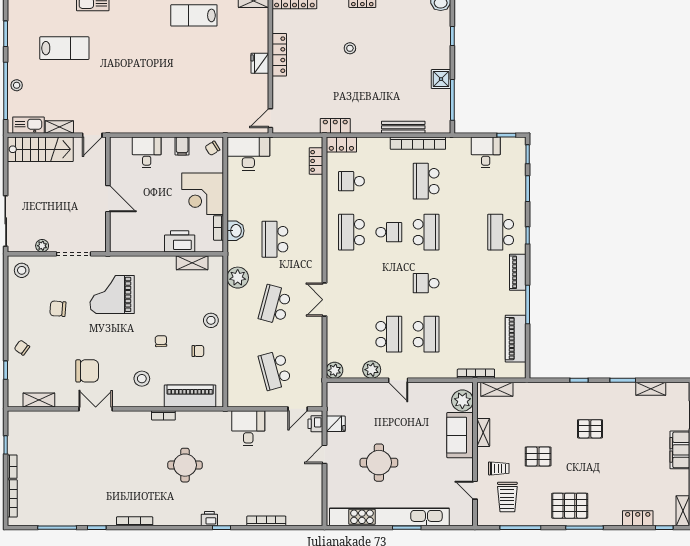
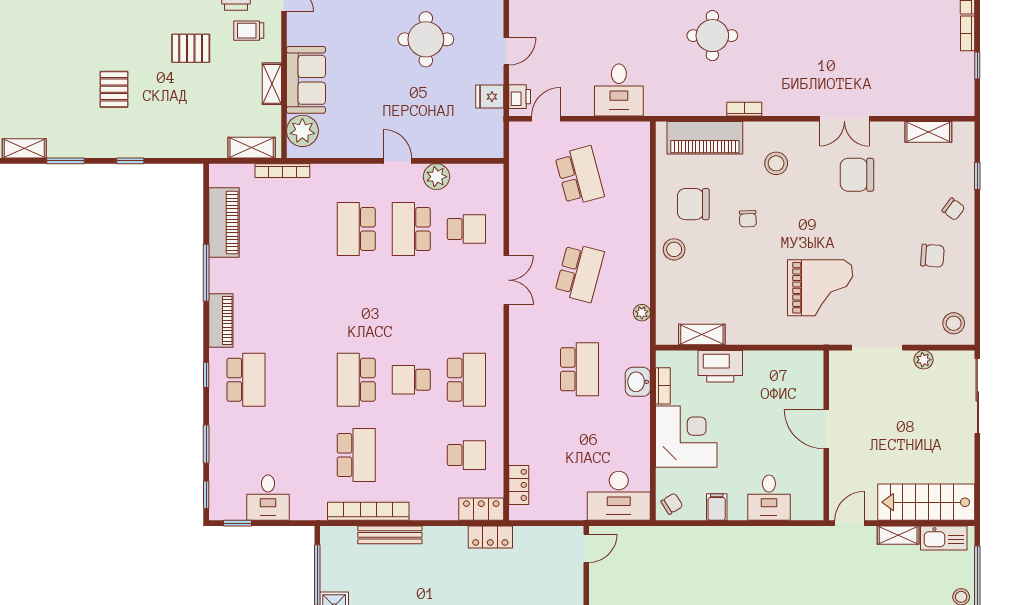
plant: (238, 278) -> (642, 313), width x0.53, depth x0.53
school desk: (426, 283) -> (466, 229), moved
chair: (58, 309) -> (932, 256), moved
chair: (198, 351) -> (693, 204), width x1.87, depth x1.87
plant: (335, 370) -> (491, 176), removed
pallet: (590, 429) -> (114, 89), turned 90

